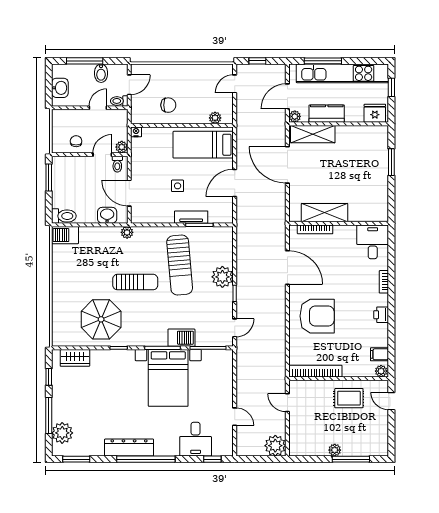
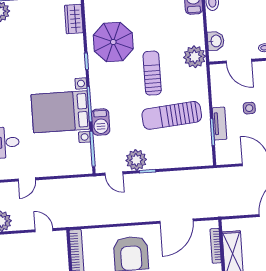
door: (129, 193) -> (239, 61), swing flipped
plant: (127, 232) -> (195, 57), width x1.87, depth x1.87
plant: (222, 277) -> (136, 160), moved
sun lounger: (135, 282) -> (152, 73), turned 180
door: (287, 403) -> (44, 230), hinge flipped

